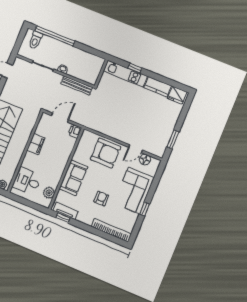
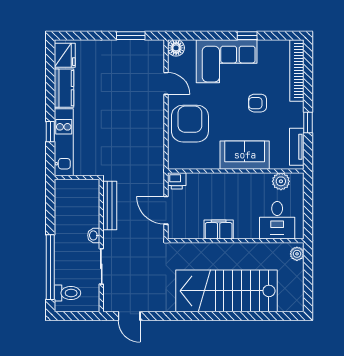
floor lamp: (145, 159) -> (176, 48), moved
window: (63, 218) -> (308, 123), moved

